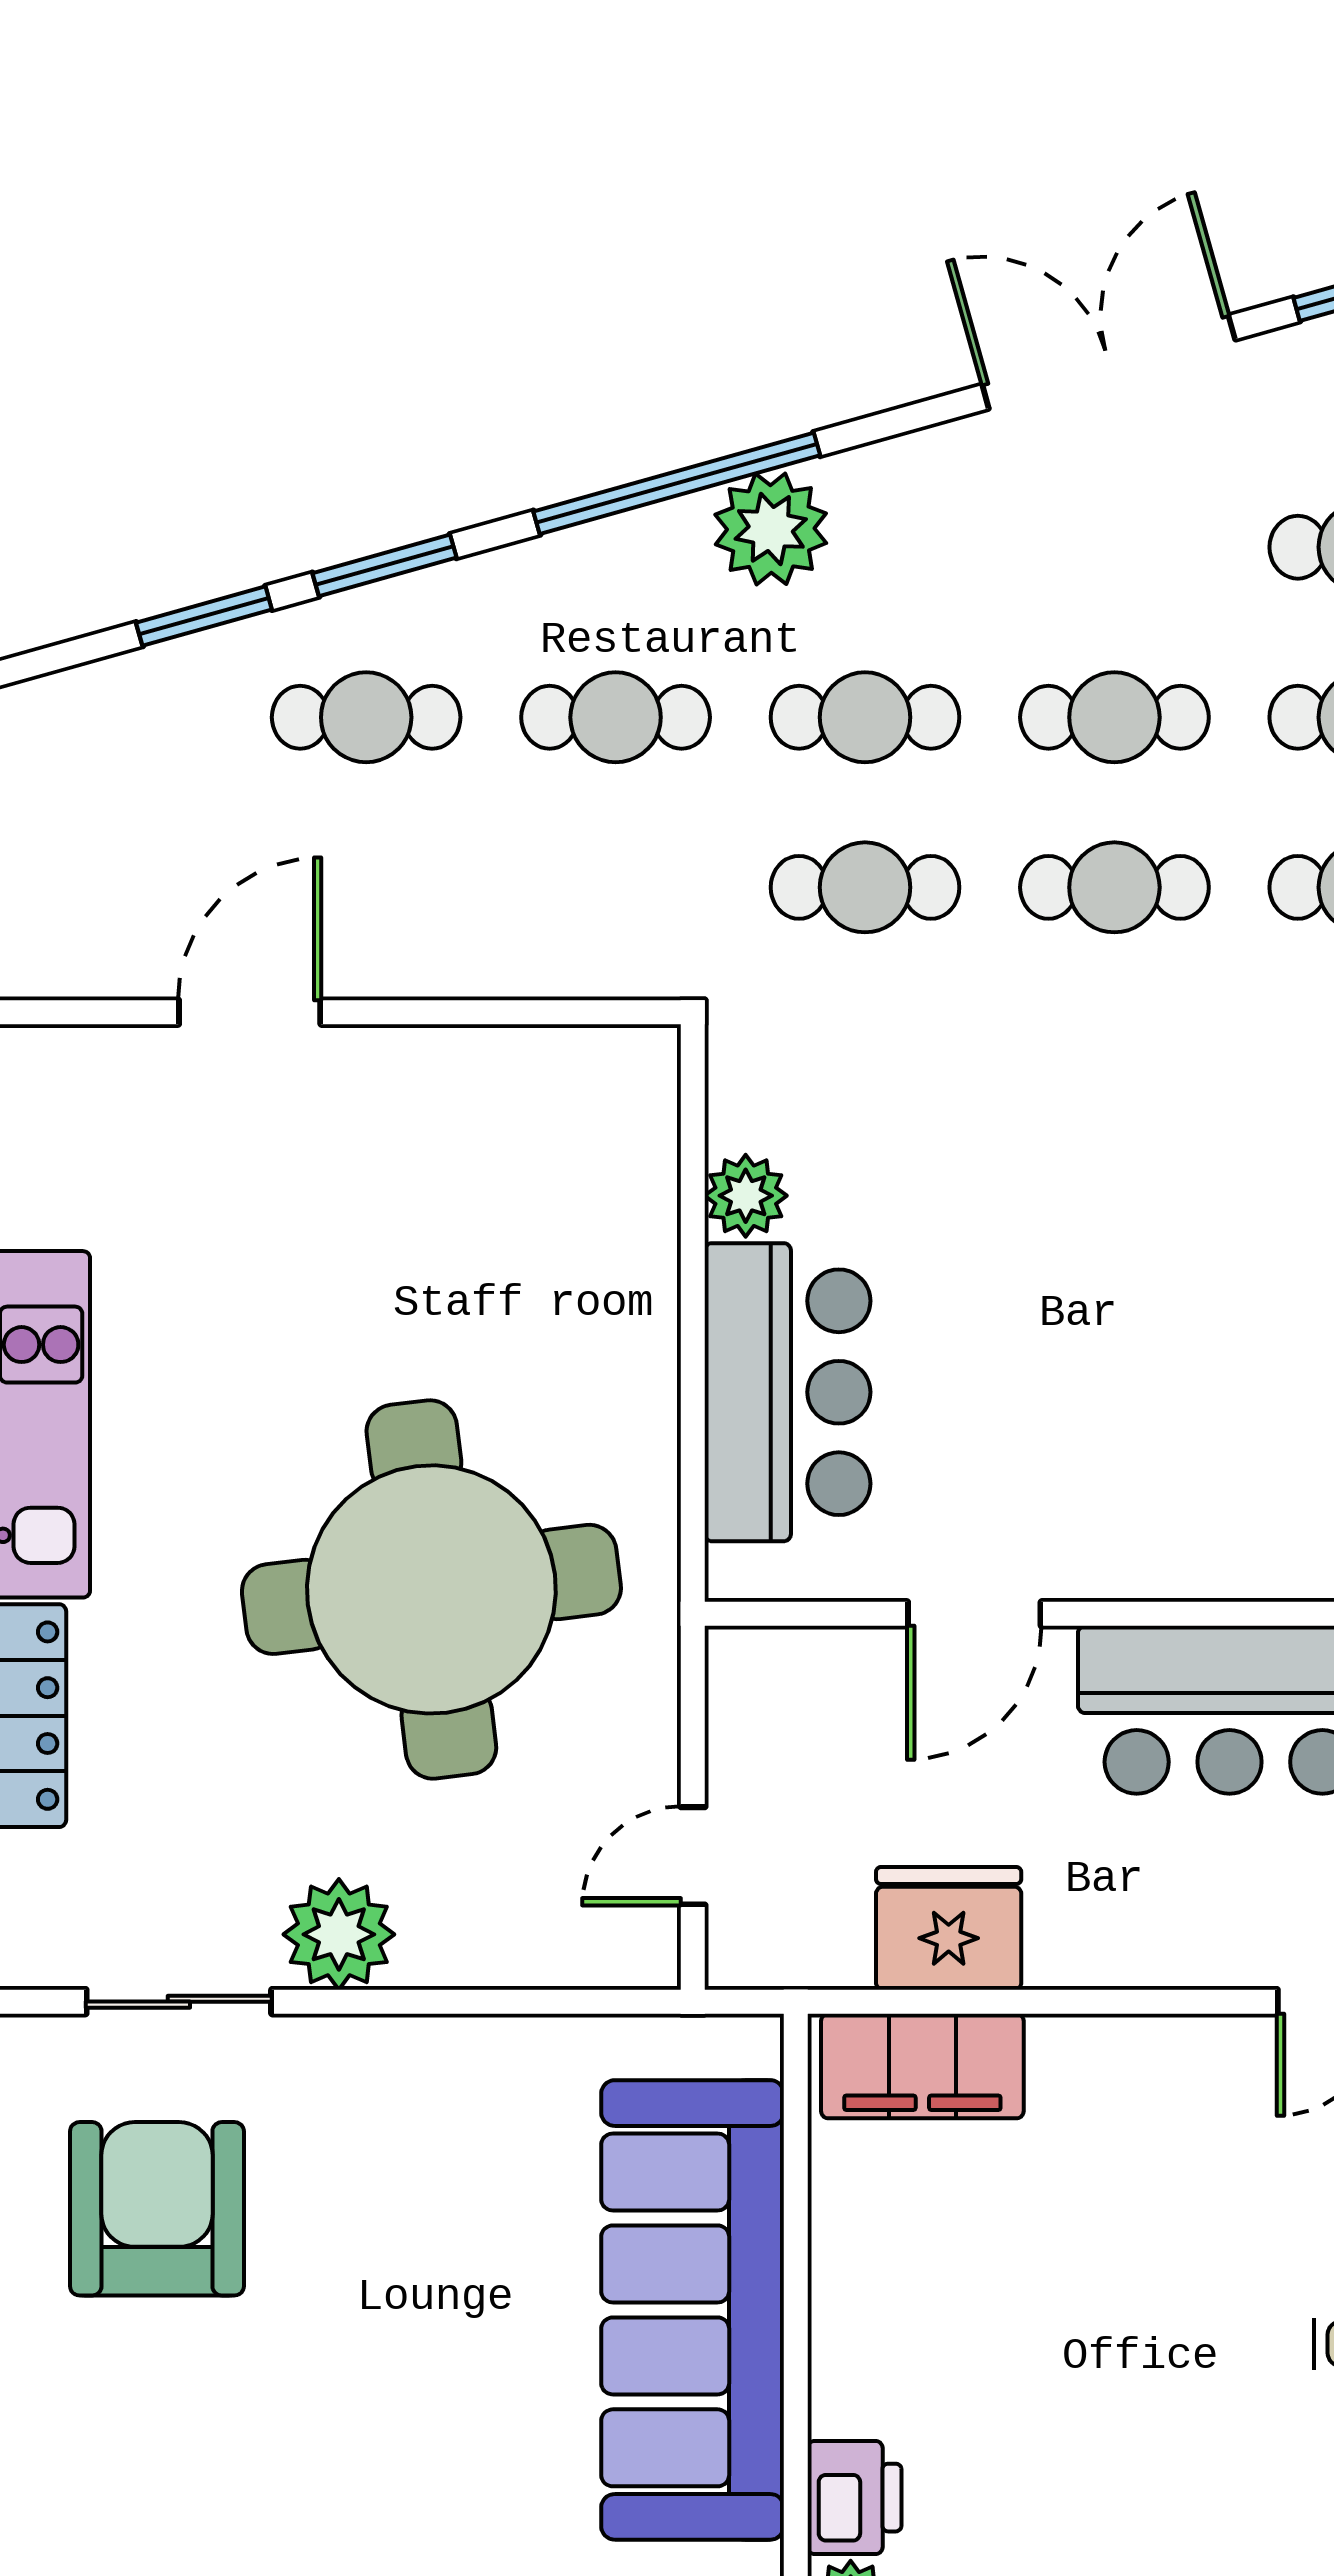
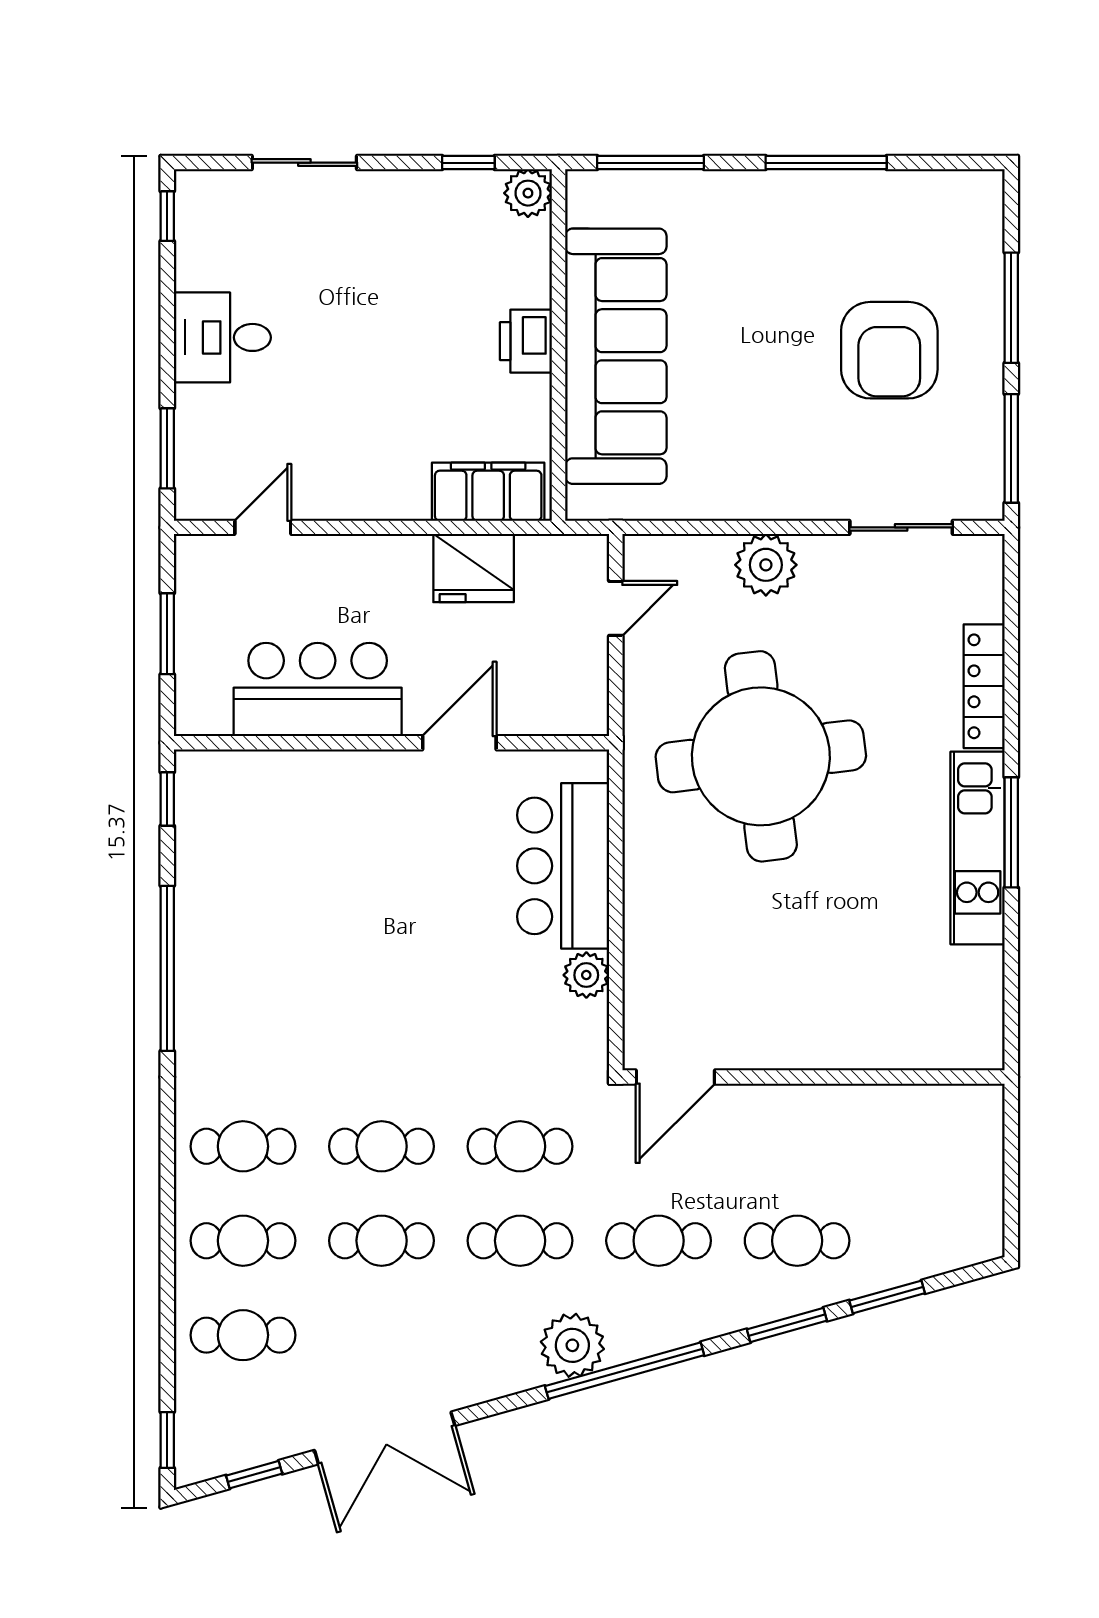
door: (250, 1012) -> (675, 1077), moved
plant: (339, 1934) -> (766, 565), moved
armchair: (157, 2209) -> (889, 350), moved
printer: (854, 2498) -> (526, 341), moved

